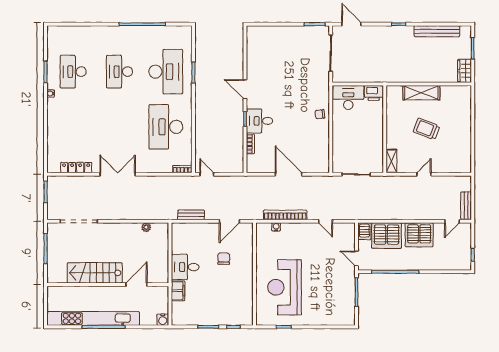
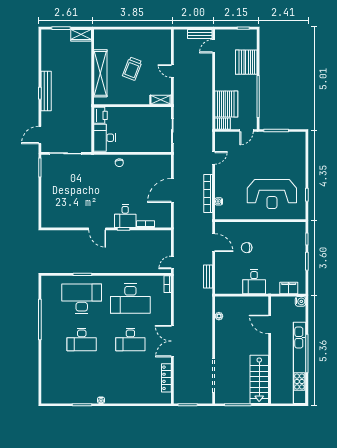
bench: (437, 31) -> (46, 91), moved
desk: (73, 72) -> (130, 340), moved
door: (245, 89) -> (97, 229), hinge flipped
shelving: (421, 93) -> (100, 73), width x1.47
door: (452, 221) -> (214, 46), swing flipped
server rack: (419, 235) -> (246, 62), moved, turned 180
stairs: (95, 273) -> (259, 379), moved
filing cabinet: (178, 291) -> (289, 288), moved

